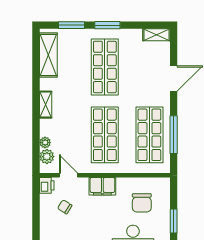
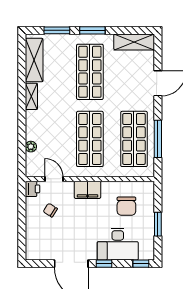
shelving: (156, 35) -> (134, 42), width x1.50, depth x1.33
shelving: (46, 105) -> (31, 96), moved
plant: (47, 157) -> (33, 160), removed

